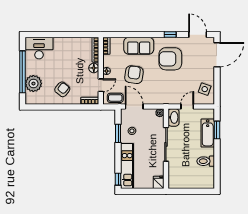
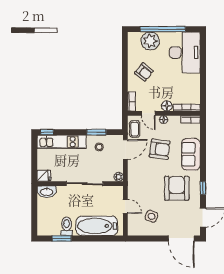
desk: (39, 48) -> (185, 52), width x1.36, depth x1.30
side table: (205, 89) -> (151, 216), moved
washbasin: (173, 117) -> (47, 192), moved
window: (217, 130) -> (62, 238), moved
bathtub: (208, 133) -> (97, 226), width x1.36, depth x1.36

